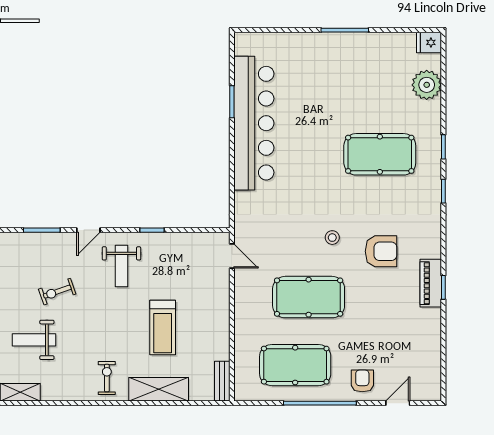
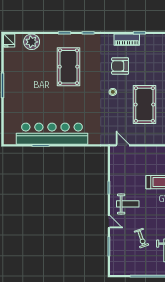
armchair: (381, 251) -> (120, 66), turned -90
door: (232, 256) -> (123, 145), hinge flipped
piano: (431, 283) -> (127, 40), moved

